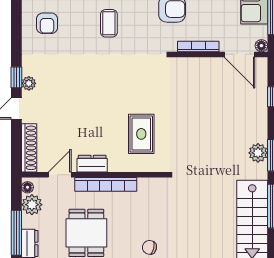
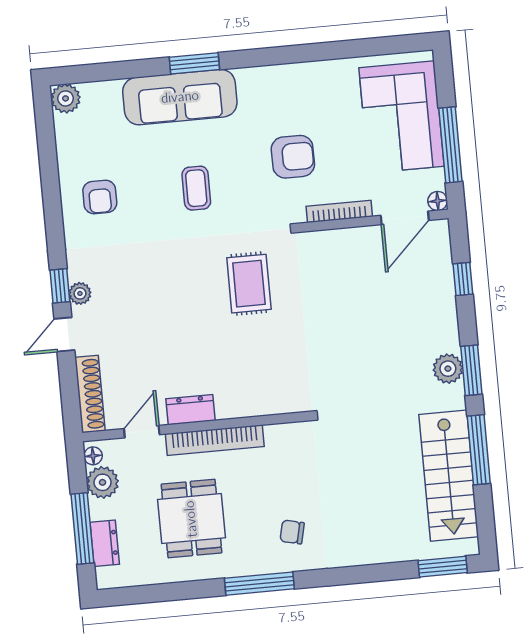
door: (240, 54) -> (405, 218), hinge flipped
rug: (141, 134) -> (249, 284), moved

